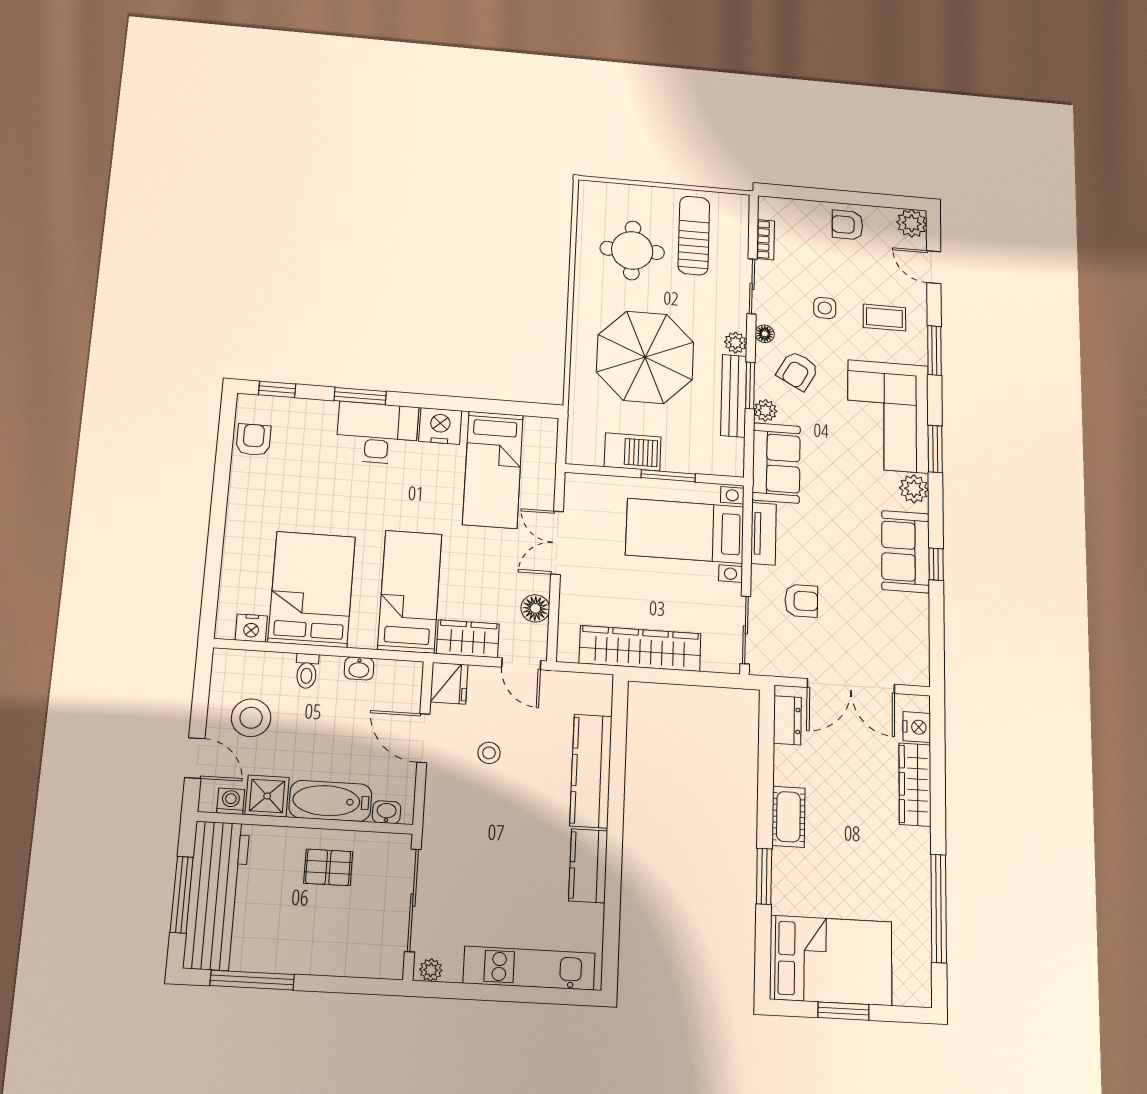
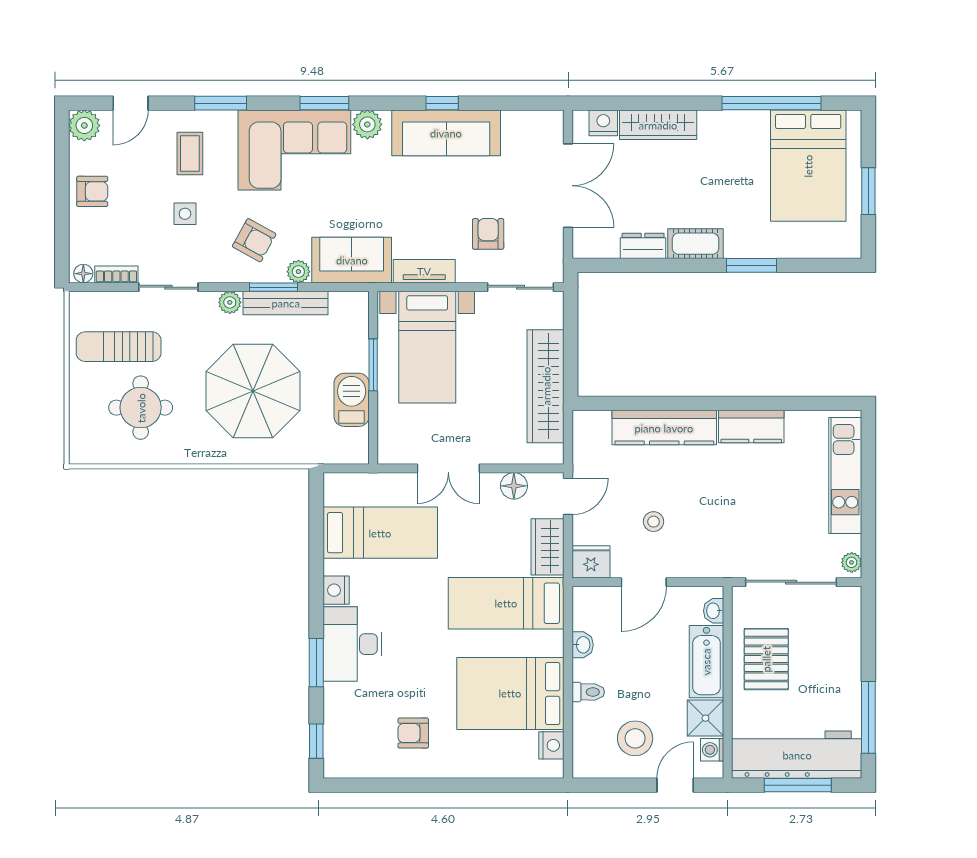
armchair: (847, 225) -> (92, 191), turned -90
floor lamp: (765, 334) -> (83, 274), moved
nightstand: (440, 426) -> (336, 590), width x0.74, depth x0.75
armchair: (254, 440) -> (413, 733), moved
sofa: (906, 552) -> (446, 133), width x1.36
dresser: (787, 720) -> (643, 246), moved
pallet: (328, 867) -> (766, 659), width x1.50, depth x1.42
bed: (831, 960) -> (808, 166), moved, turned 180

